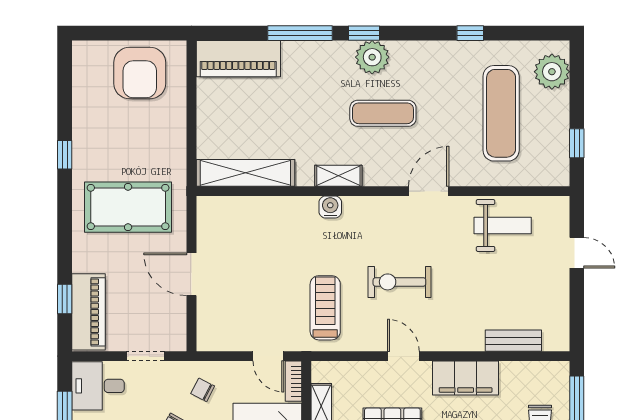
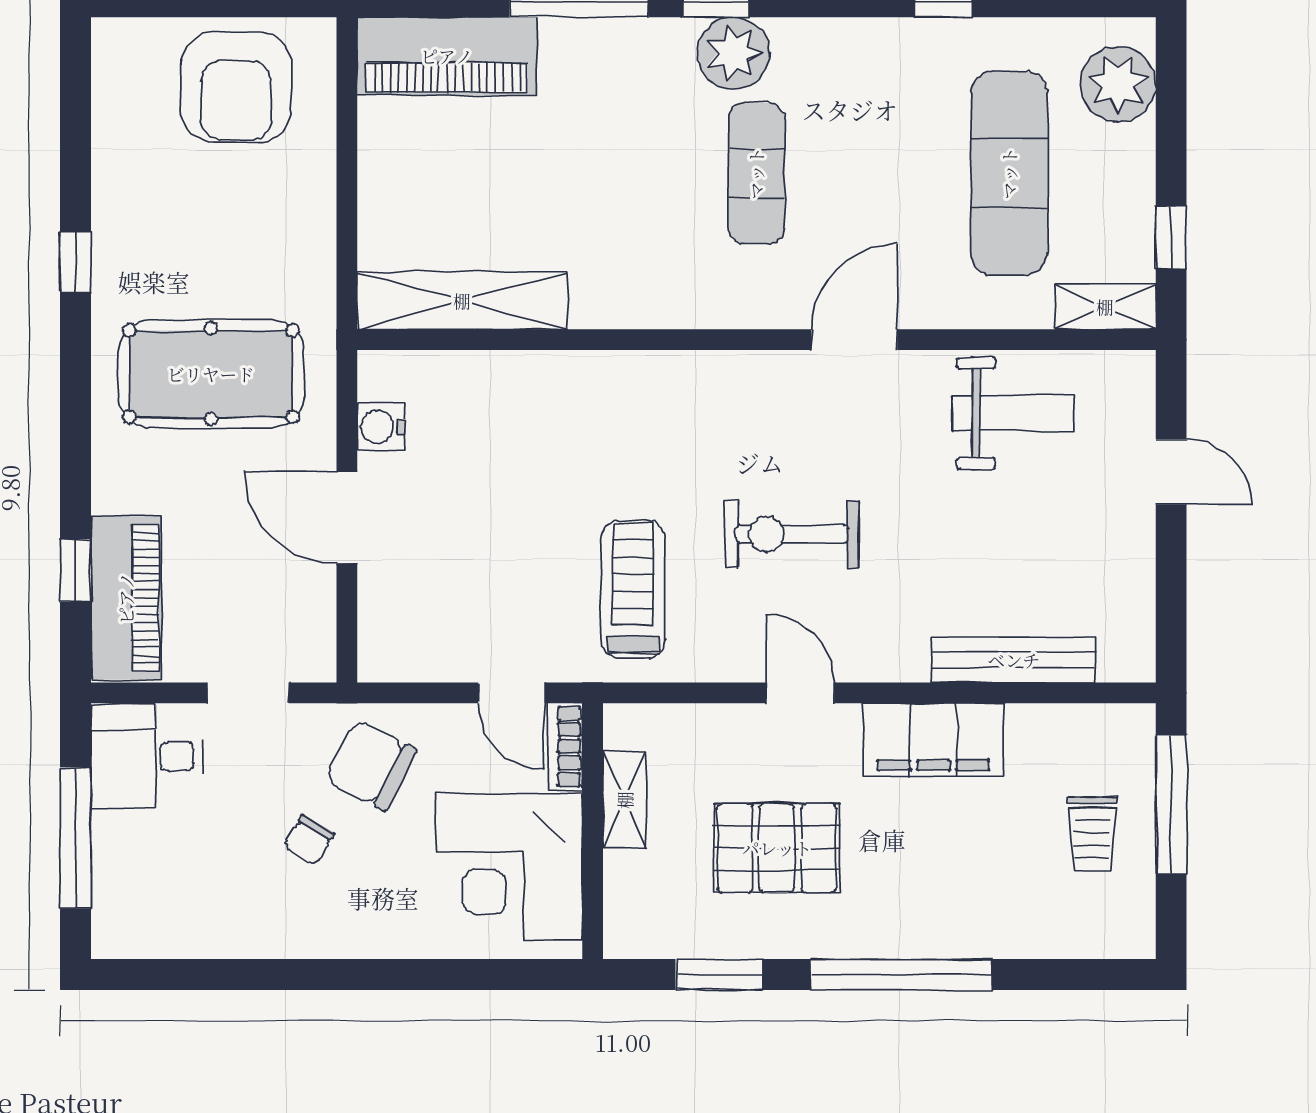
exercise mat: (383, 113) -> (756, 173), turned 90
shelving: (338, 176) -> (1105, 307), moved
water cooler: (330, 207) -> (381, 427), moved, turned -90
bench: (513, 341) -> (1014, 660), width x1.36
chair: (203, 390) -> (371, 765), width x1.87, depth x1.87

